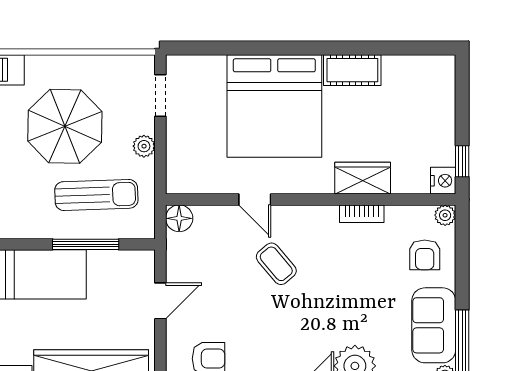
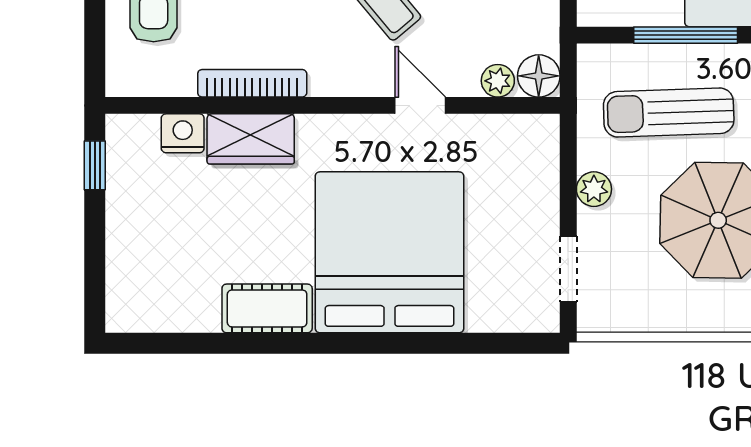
nightstand: (443, 181) -> (183, 133), moved, turned 90
bookcase: (362, 214) -> (252, 83), width x1.56
plant: (445, 215) -> (498, 81), moved

